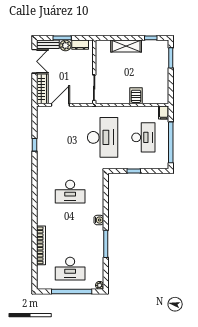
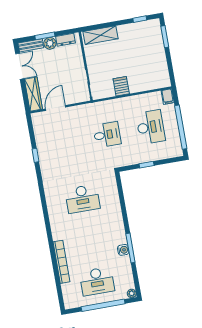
shelving: (126, 46) -> (100, 35), moved
server rack: (136, 96) -> (121, 86), moved
desk: (103, 137) -> (107, 135), width x0.53, depth x0.77
water cooler: (99, 220) -> (123, 250), moved

